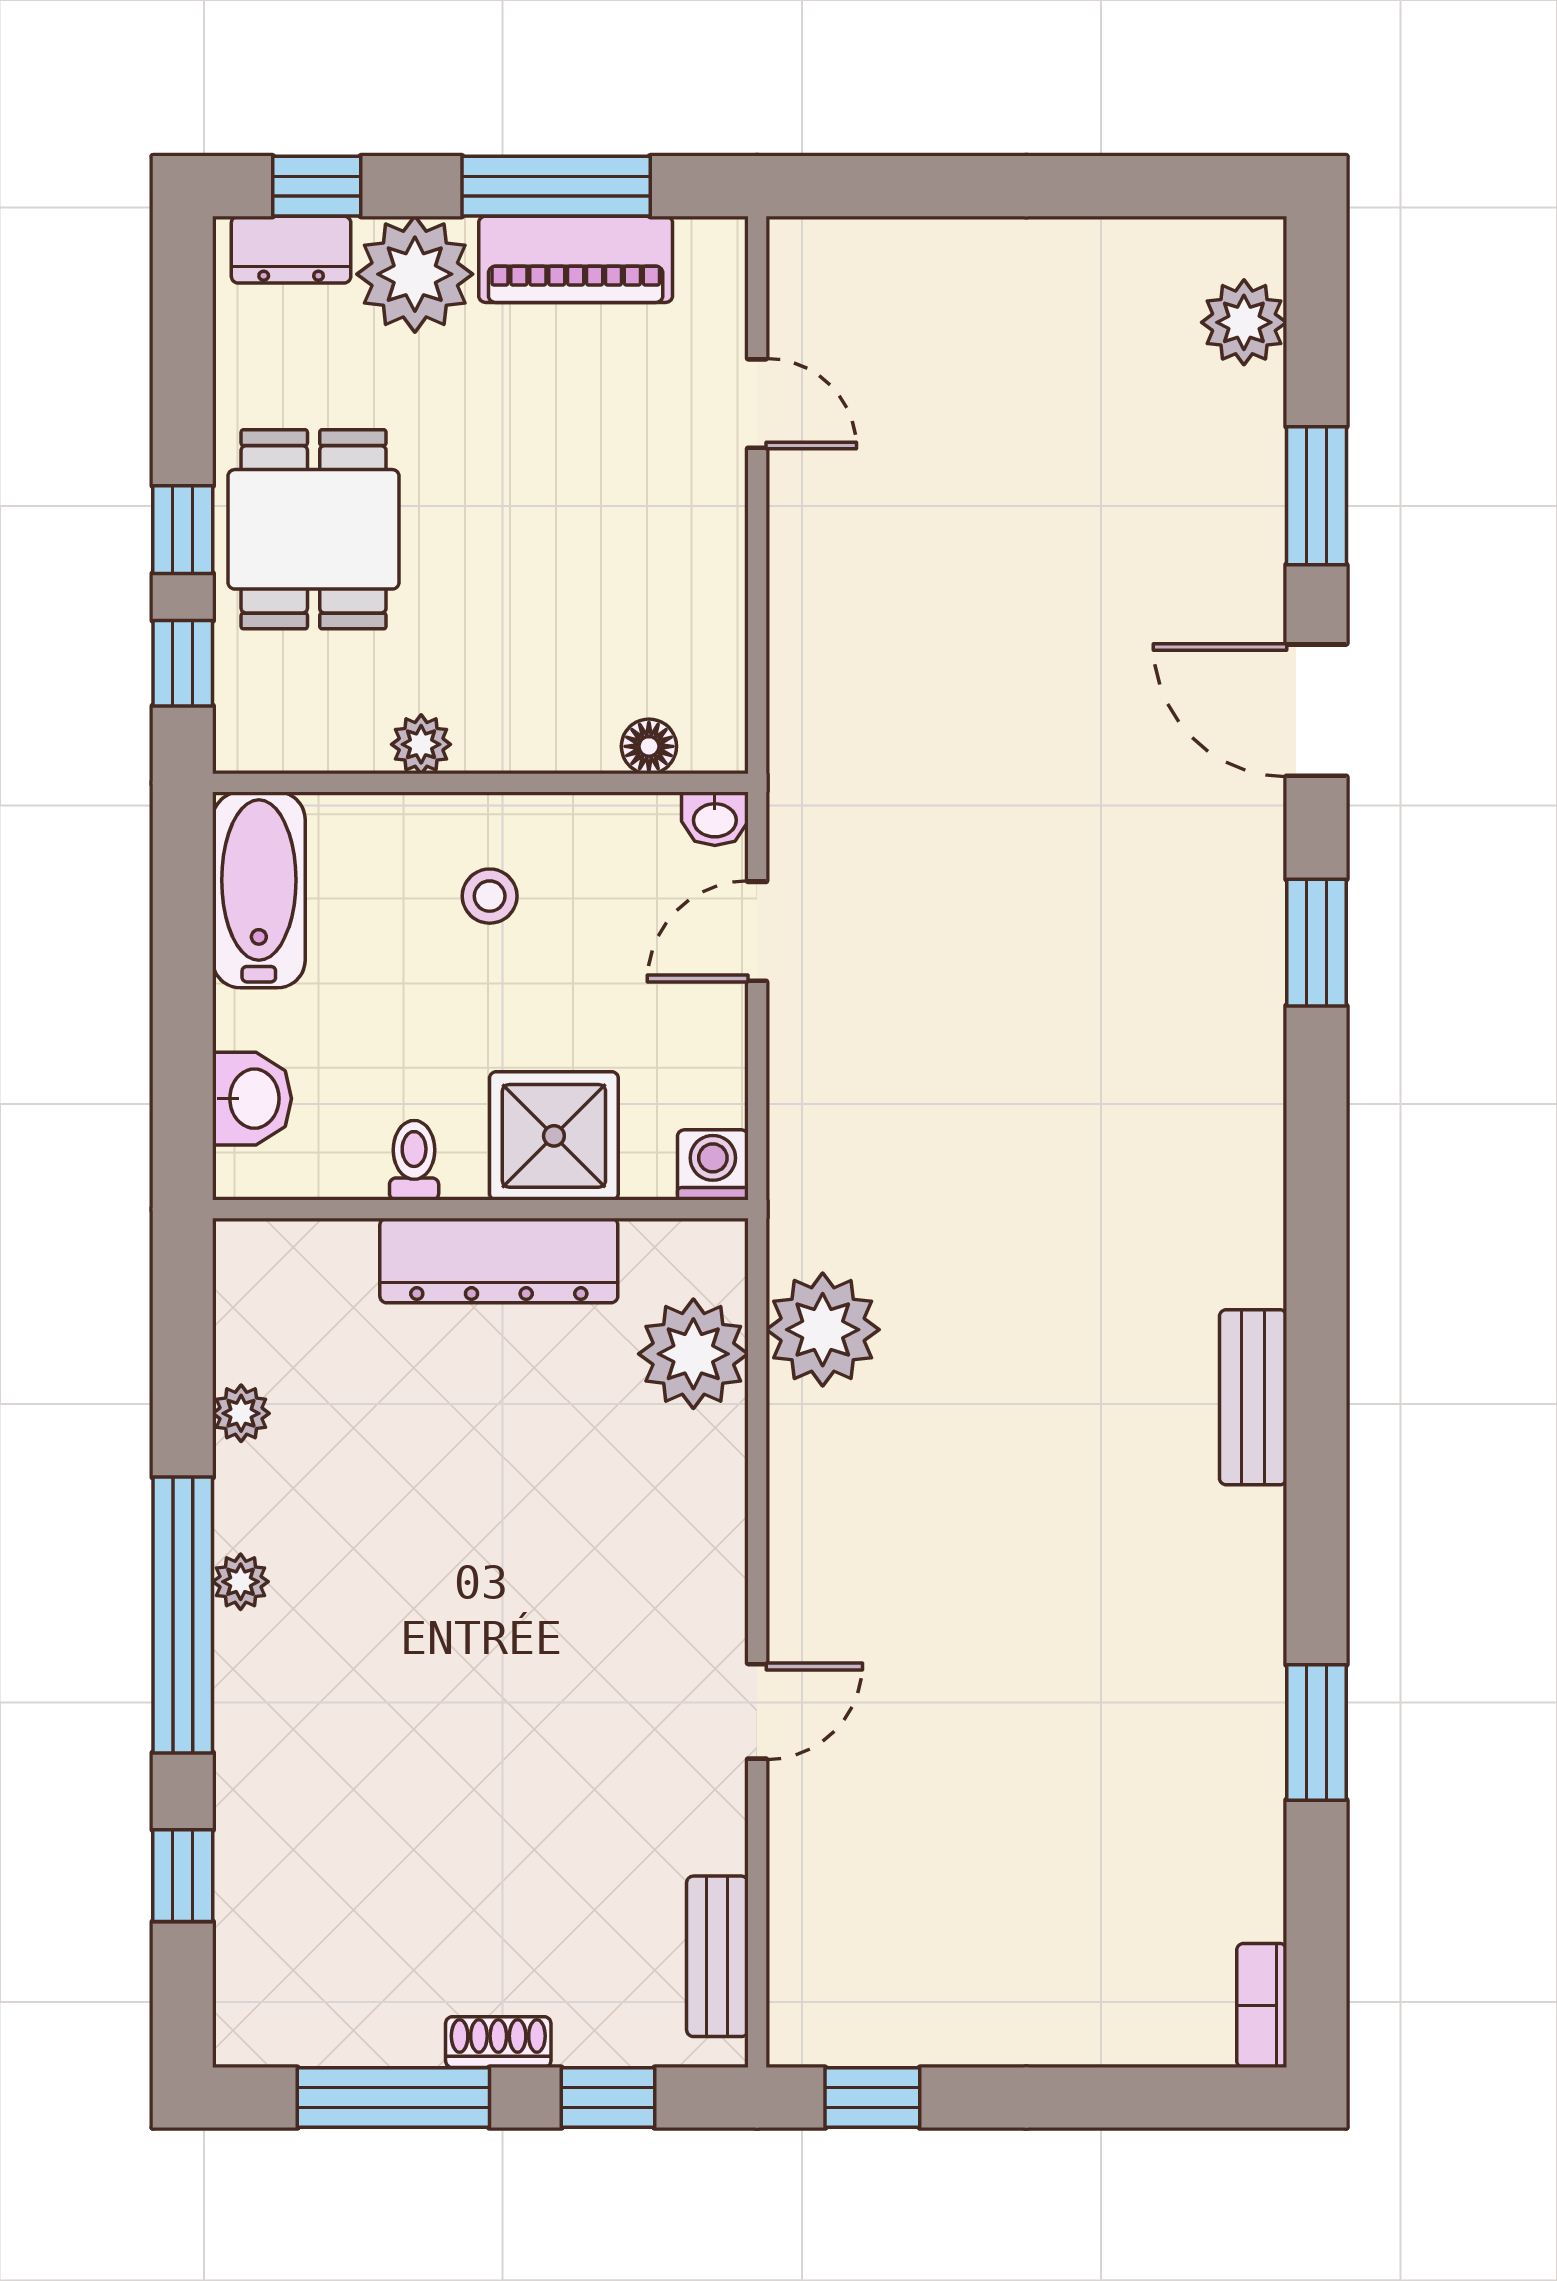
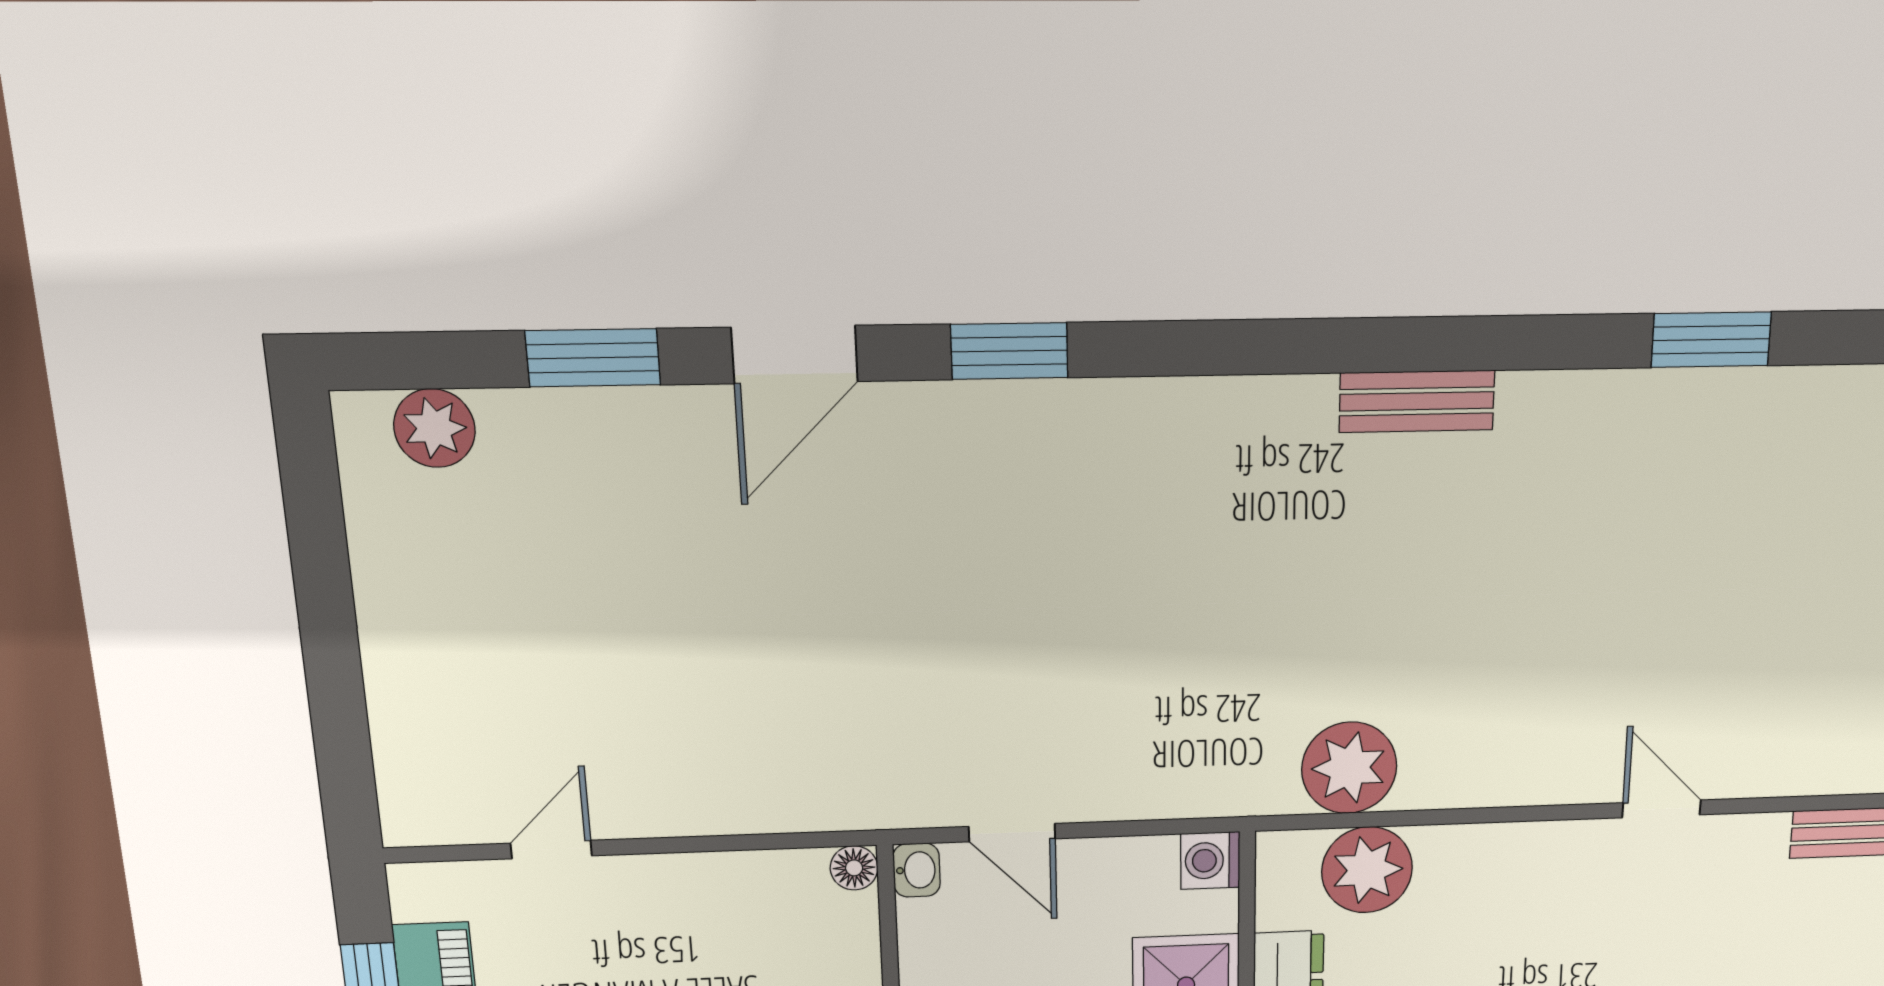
floor lamp: (649, 746) -> (854, 868), moved

